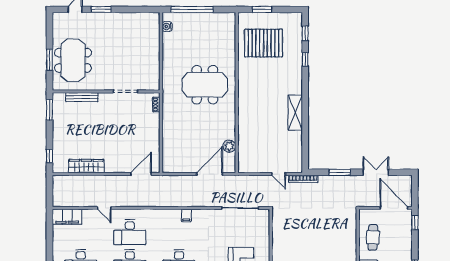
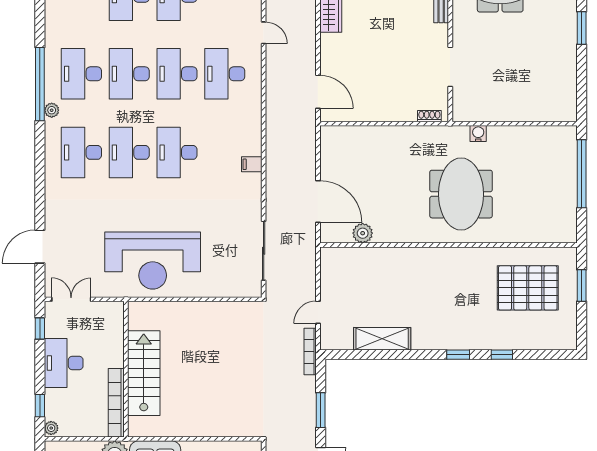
water cooler: (167, 26) -> (478, 133), moved
window: (305, 33) -> (458, 355), moved
pallet: (263, 43) -> (528, 288), turned 90
shelving: (295, 113) -> (382, 339), moved
door: (104, 208) -> (264, 33), swing flipped

